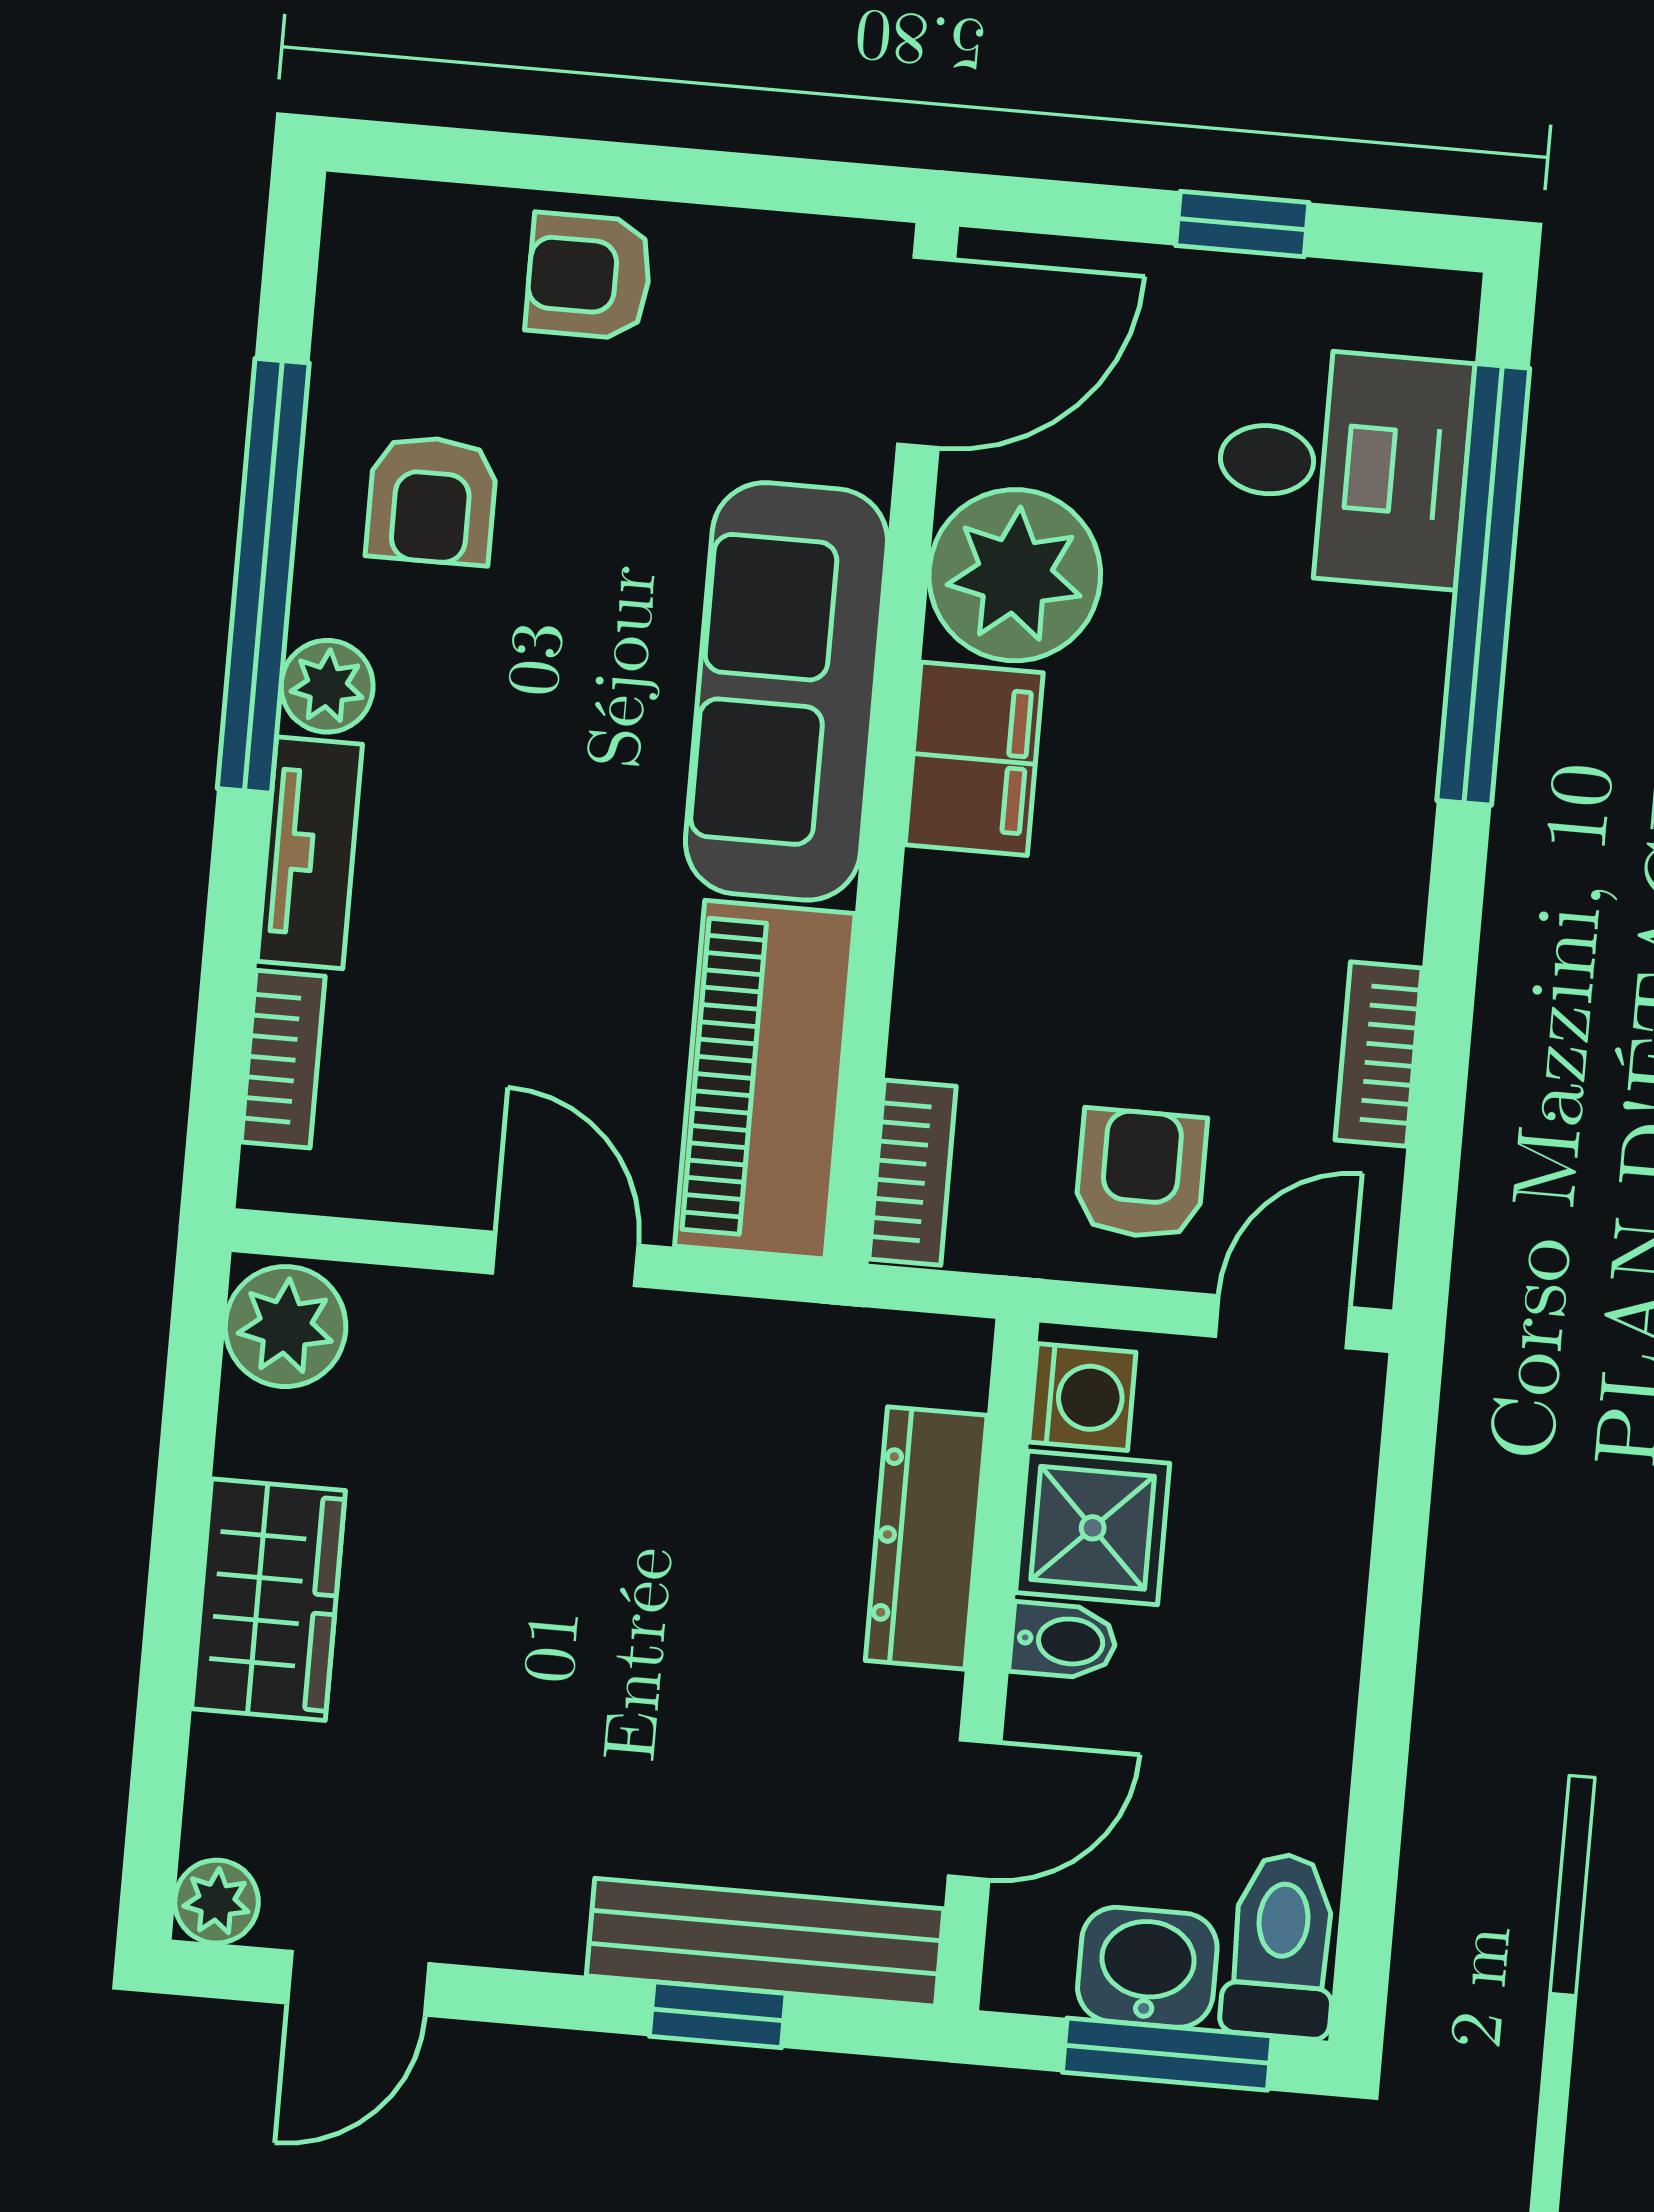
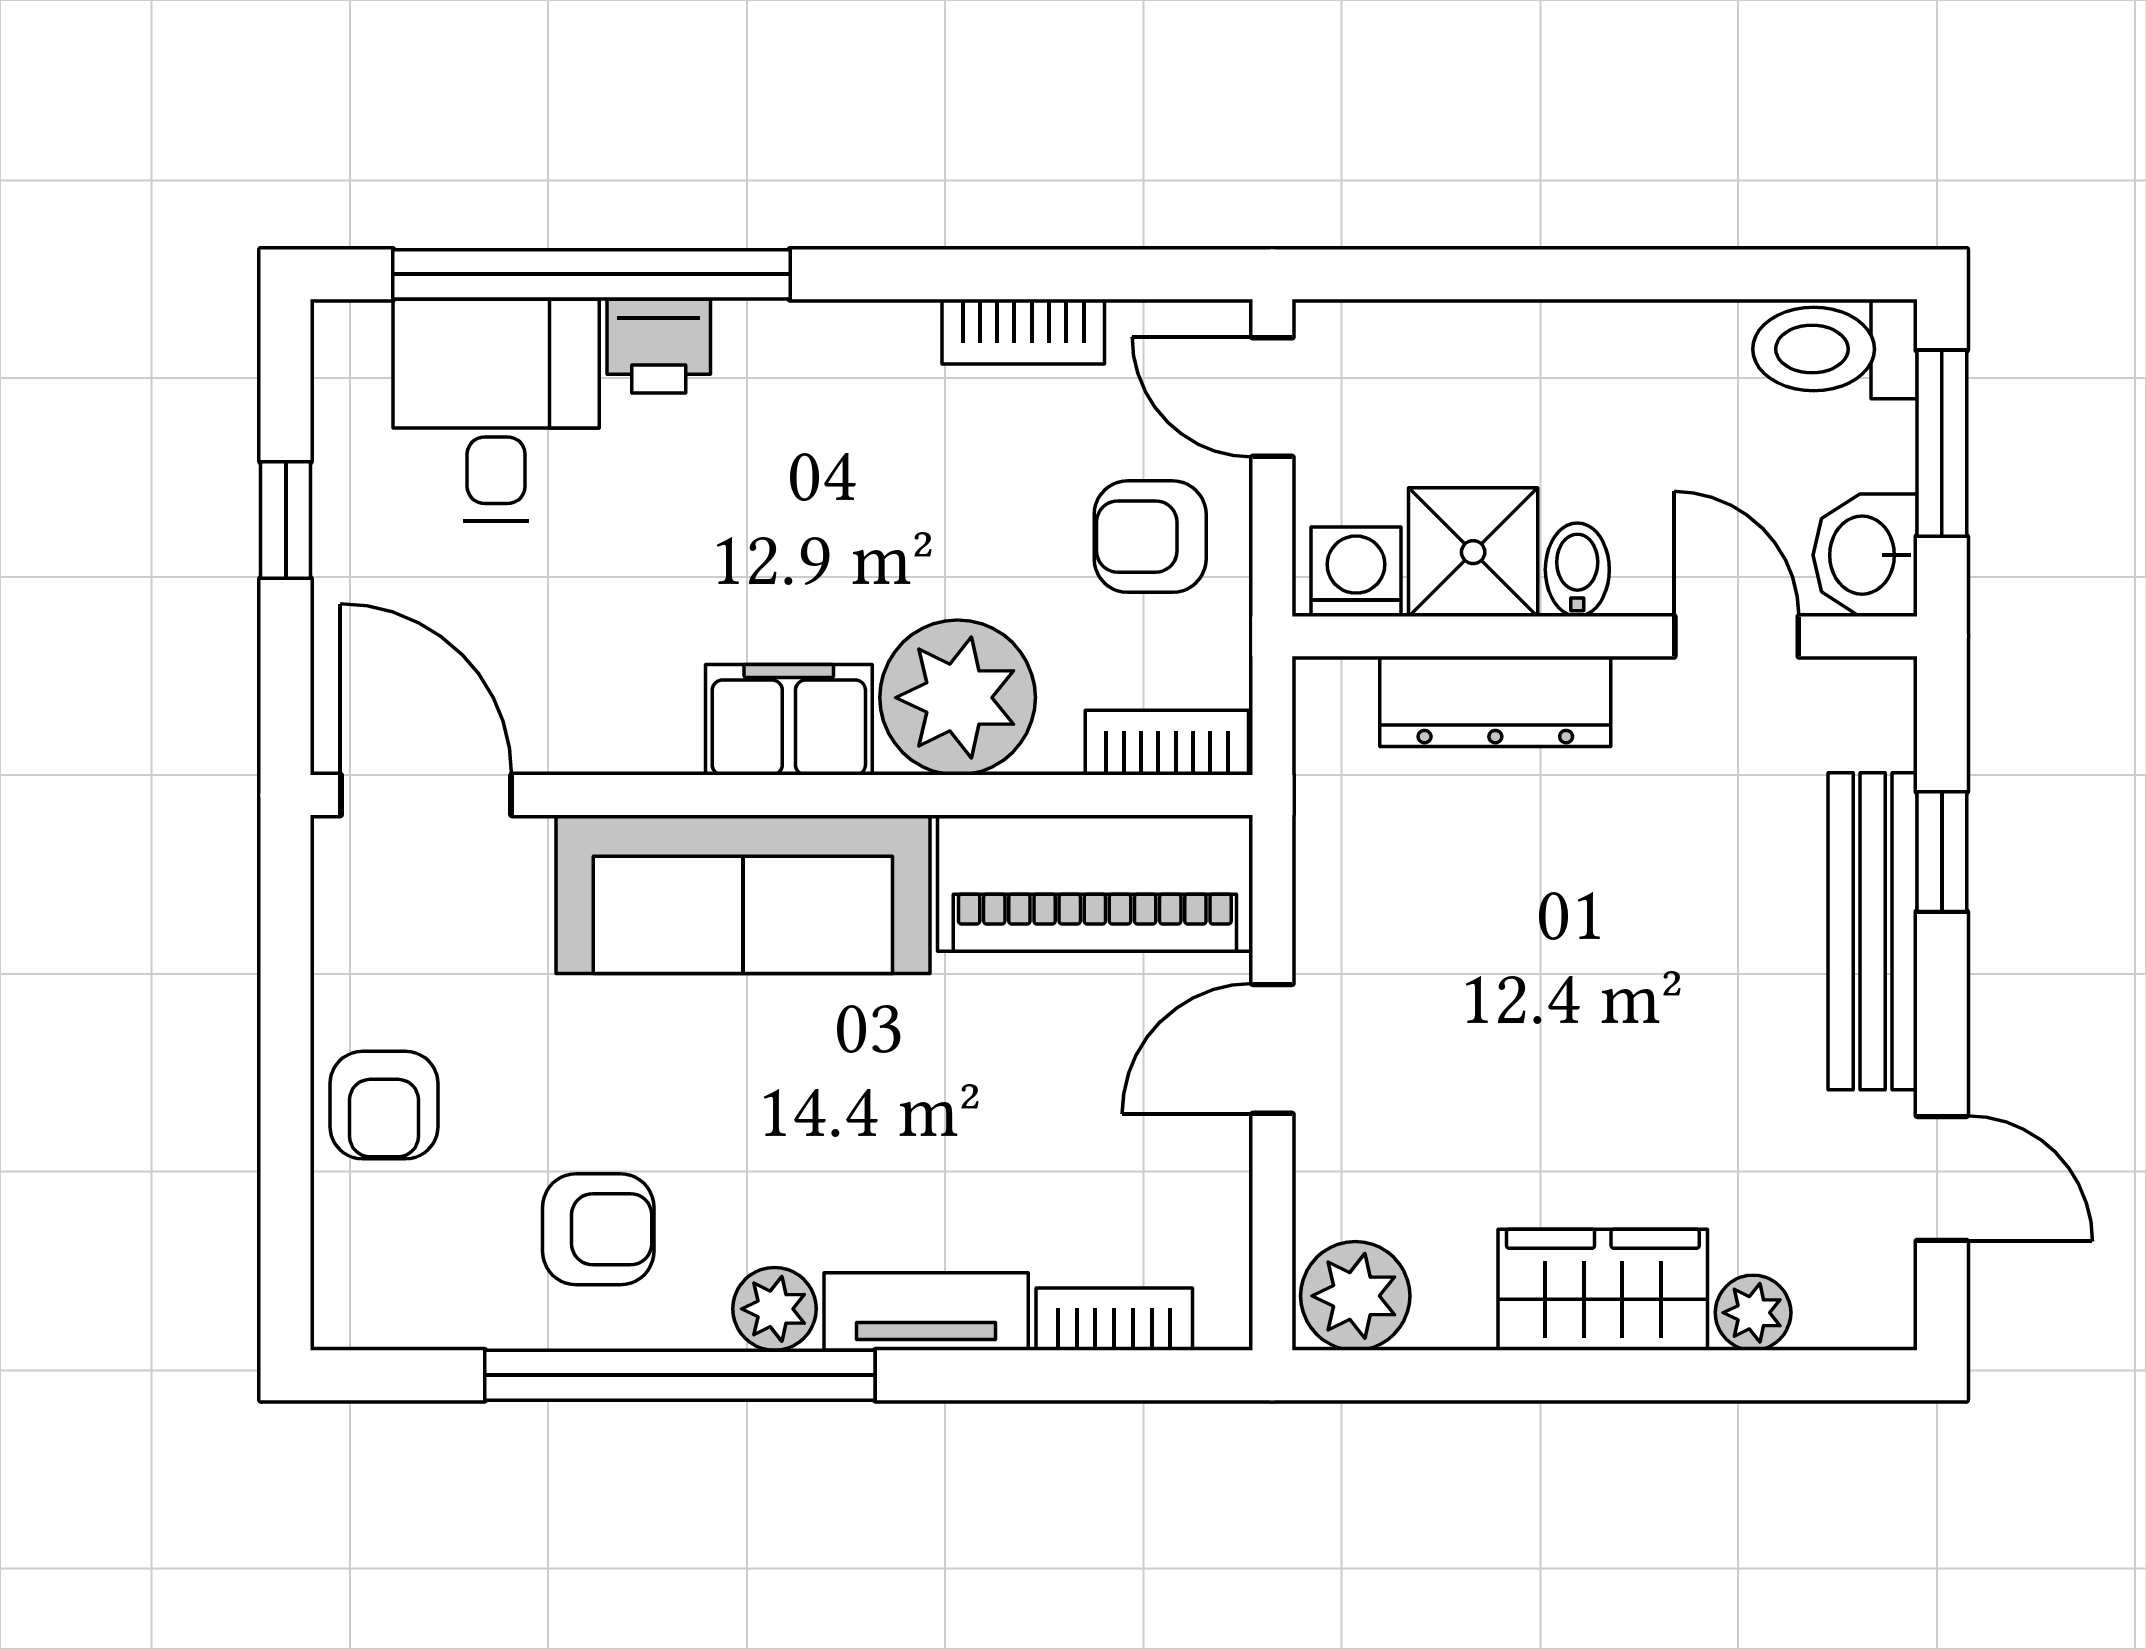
plant: (1015, 575) -> (958, 698), moved
printer: (1398, 652) -> (659, 346), added
plant: (217, 1902) -> (1753, 1313), moved
bench: (765, 1942) -> (1873, 931), moved
washbasin: (1147, 1967) -> (1865, 555), moved

